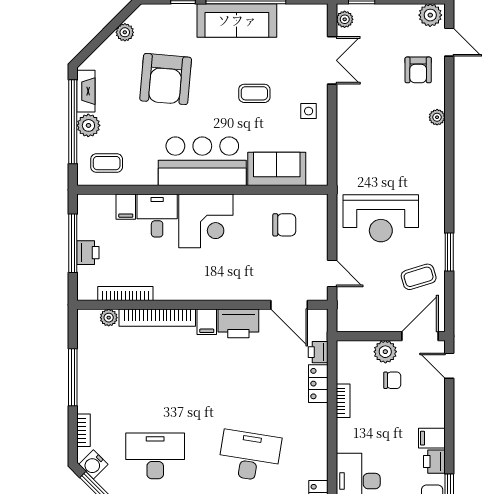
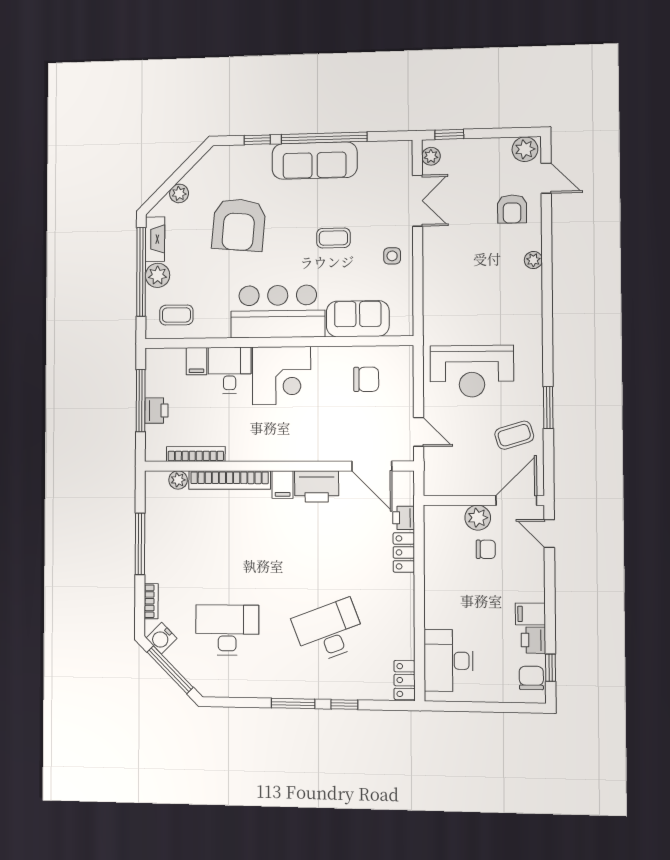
plant: (125, 32) -> (179, 193), moved
bookcase: (343, 401) -> (431, 572), removed
desk: (250, 456) -> (329, 631), turned -30

